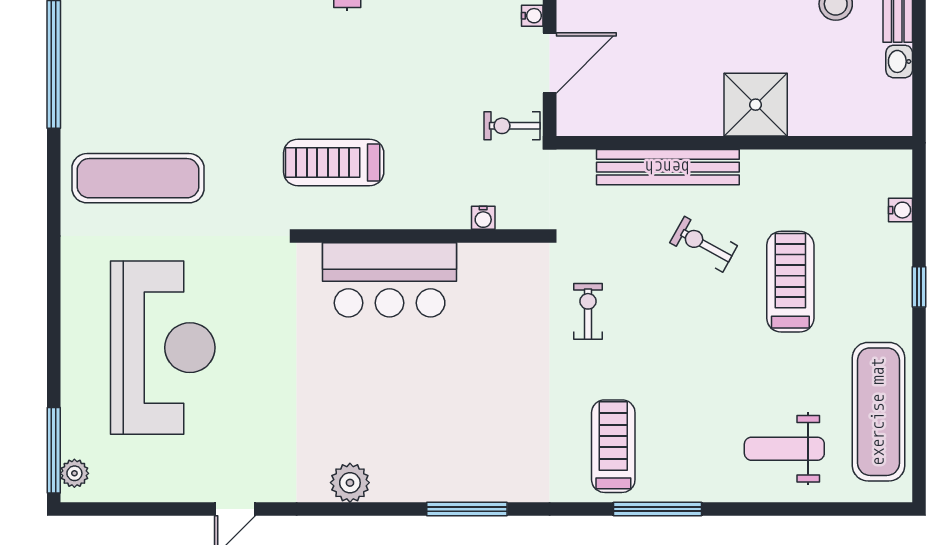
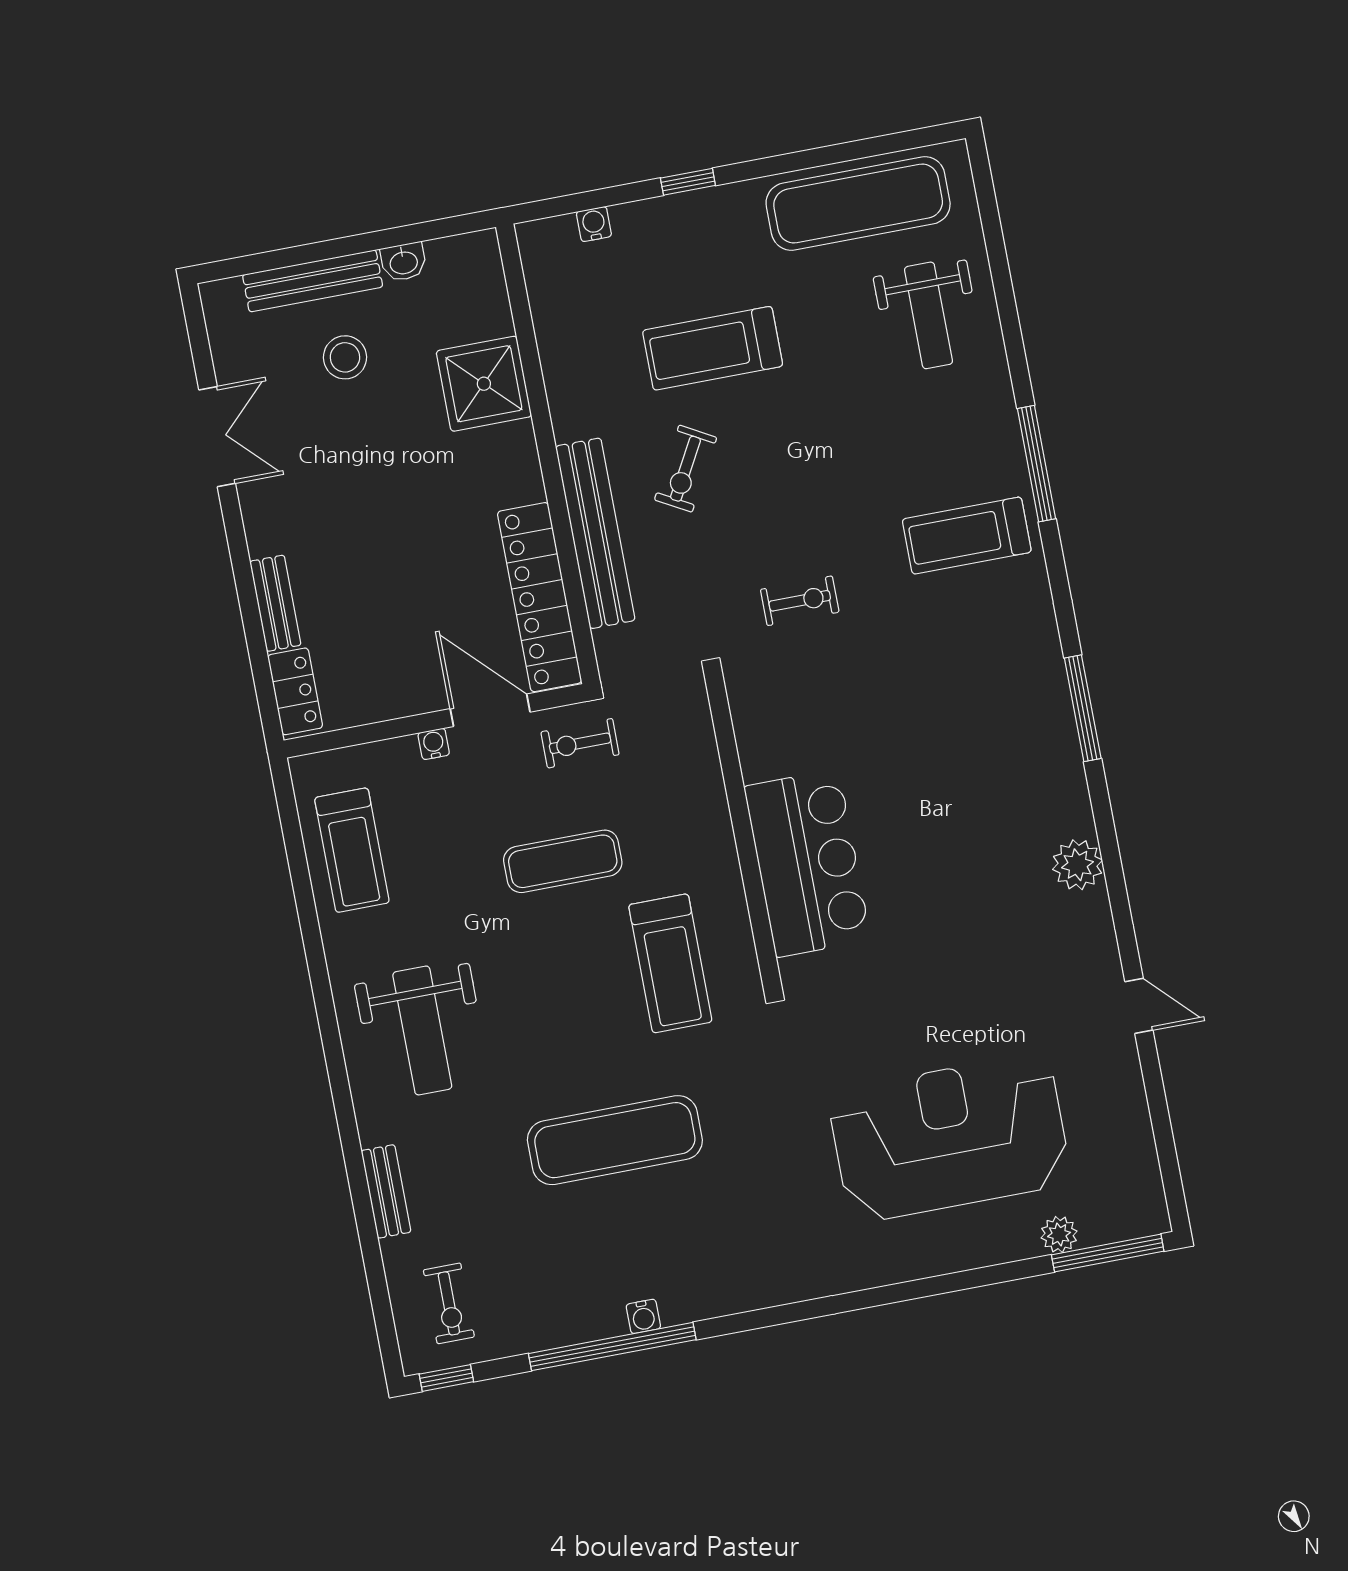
exercise mat: (426, 96) -> (563, 861), added
shower: (756, 105) -> (484, 384), moved
locker: (628, 116) -> (540, 597), added
exercise bike: (512, 126) -> (580, 743), turned 90
exercise mat: (138, 178) -> (615, 1140), moved, turned 90
water cooler: (483, 218) -> (643, 1316), moved, turned 90
exercise bike: (588, 311) -> (800, 601), turned 180
plant: (74, 473) -> (1059, 1235), moved

